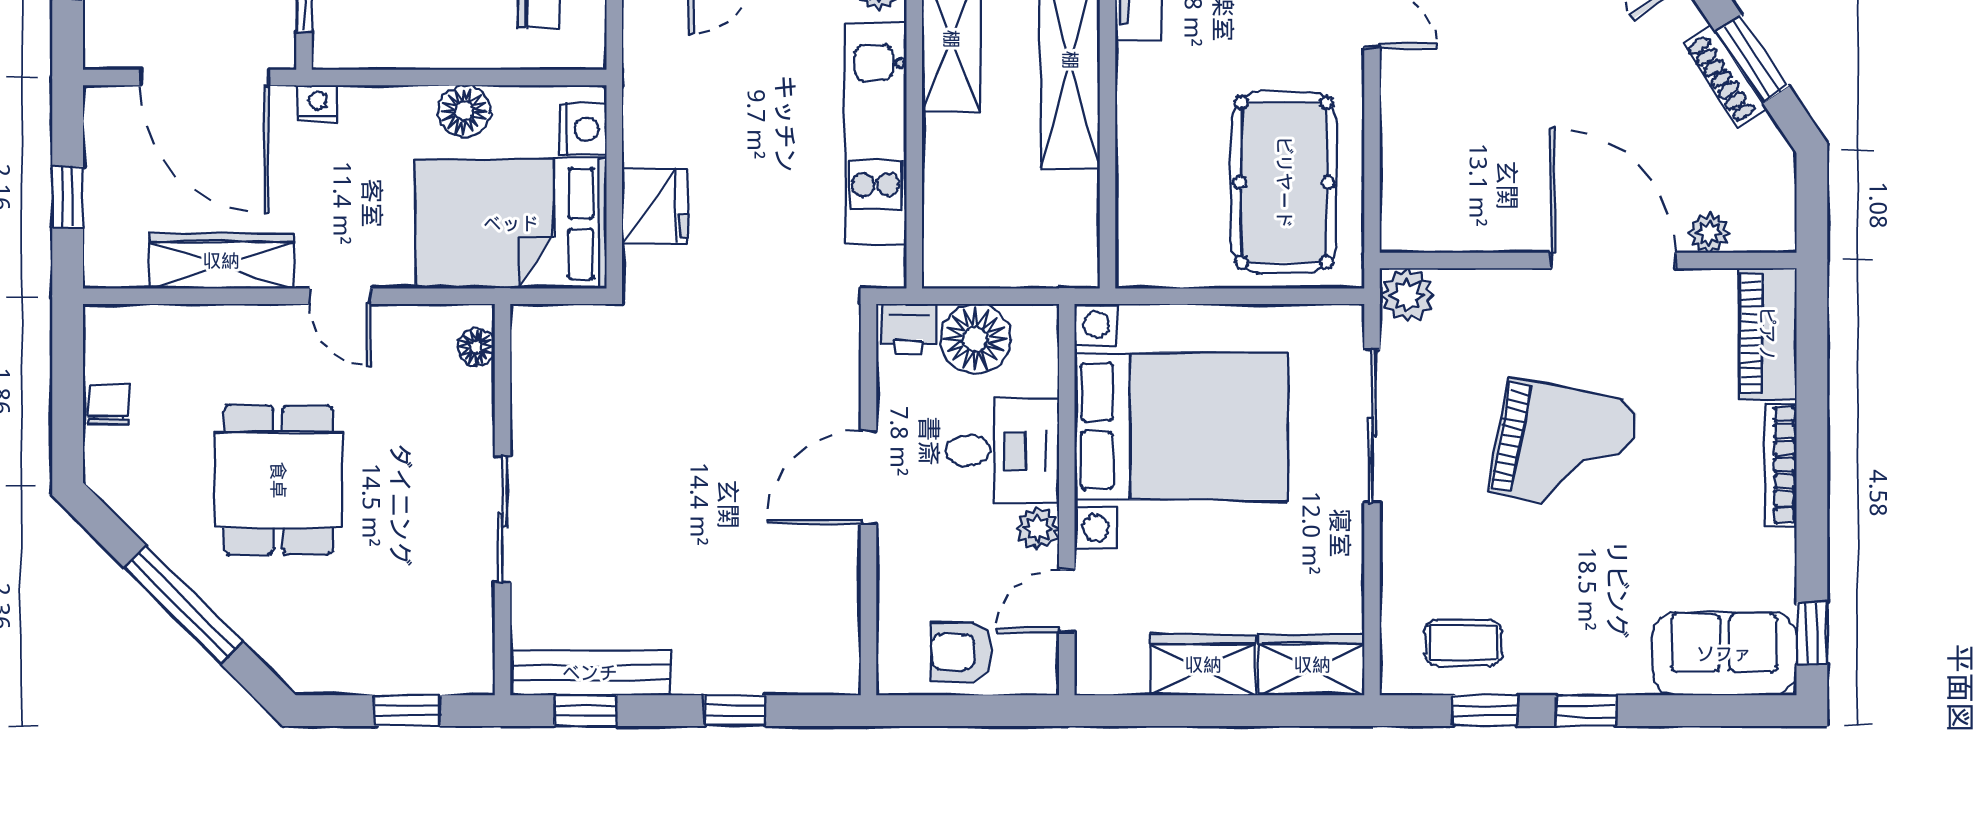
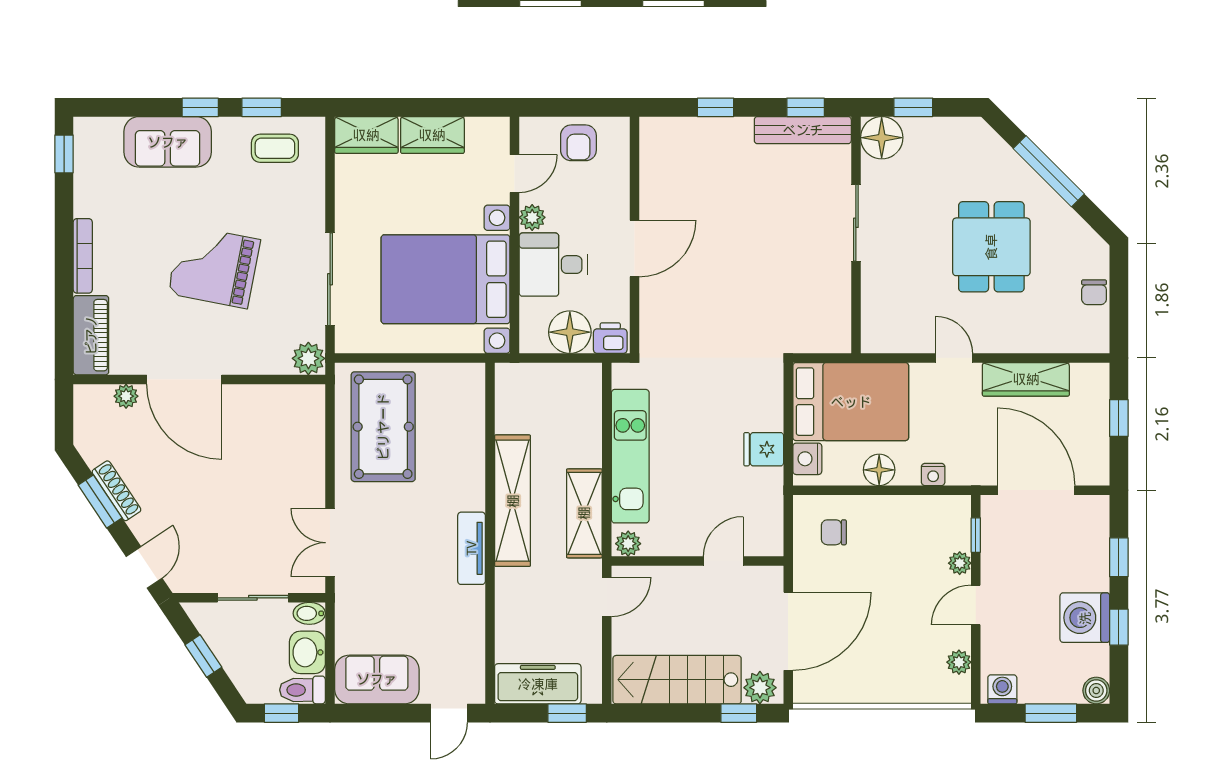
nightstand: (317, 103) -> (933, 474), moved
fridge: (655, 206) -> (764, 449), moved, width x0.72
floor lamp: (476, 347) -> (882, 138), moved, width x1.89, depth x1.89
armchair: (961, 652) -> (578, 143), turned 90
sofa: (1724, 654) -> (168, 142), moved

